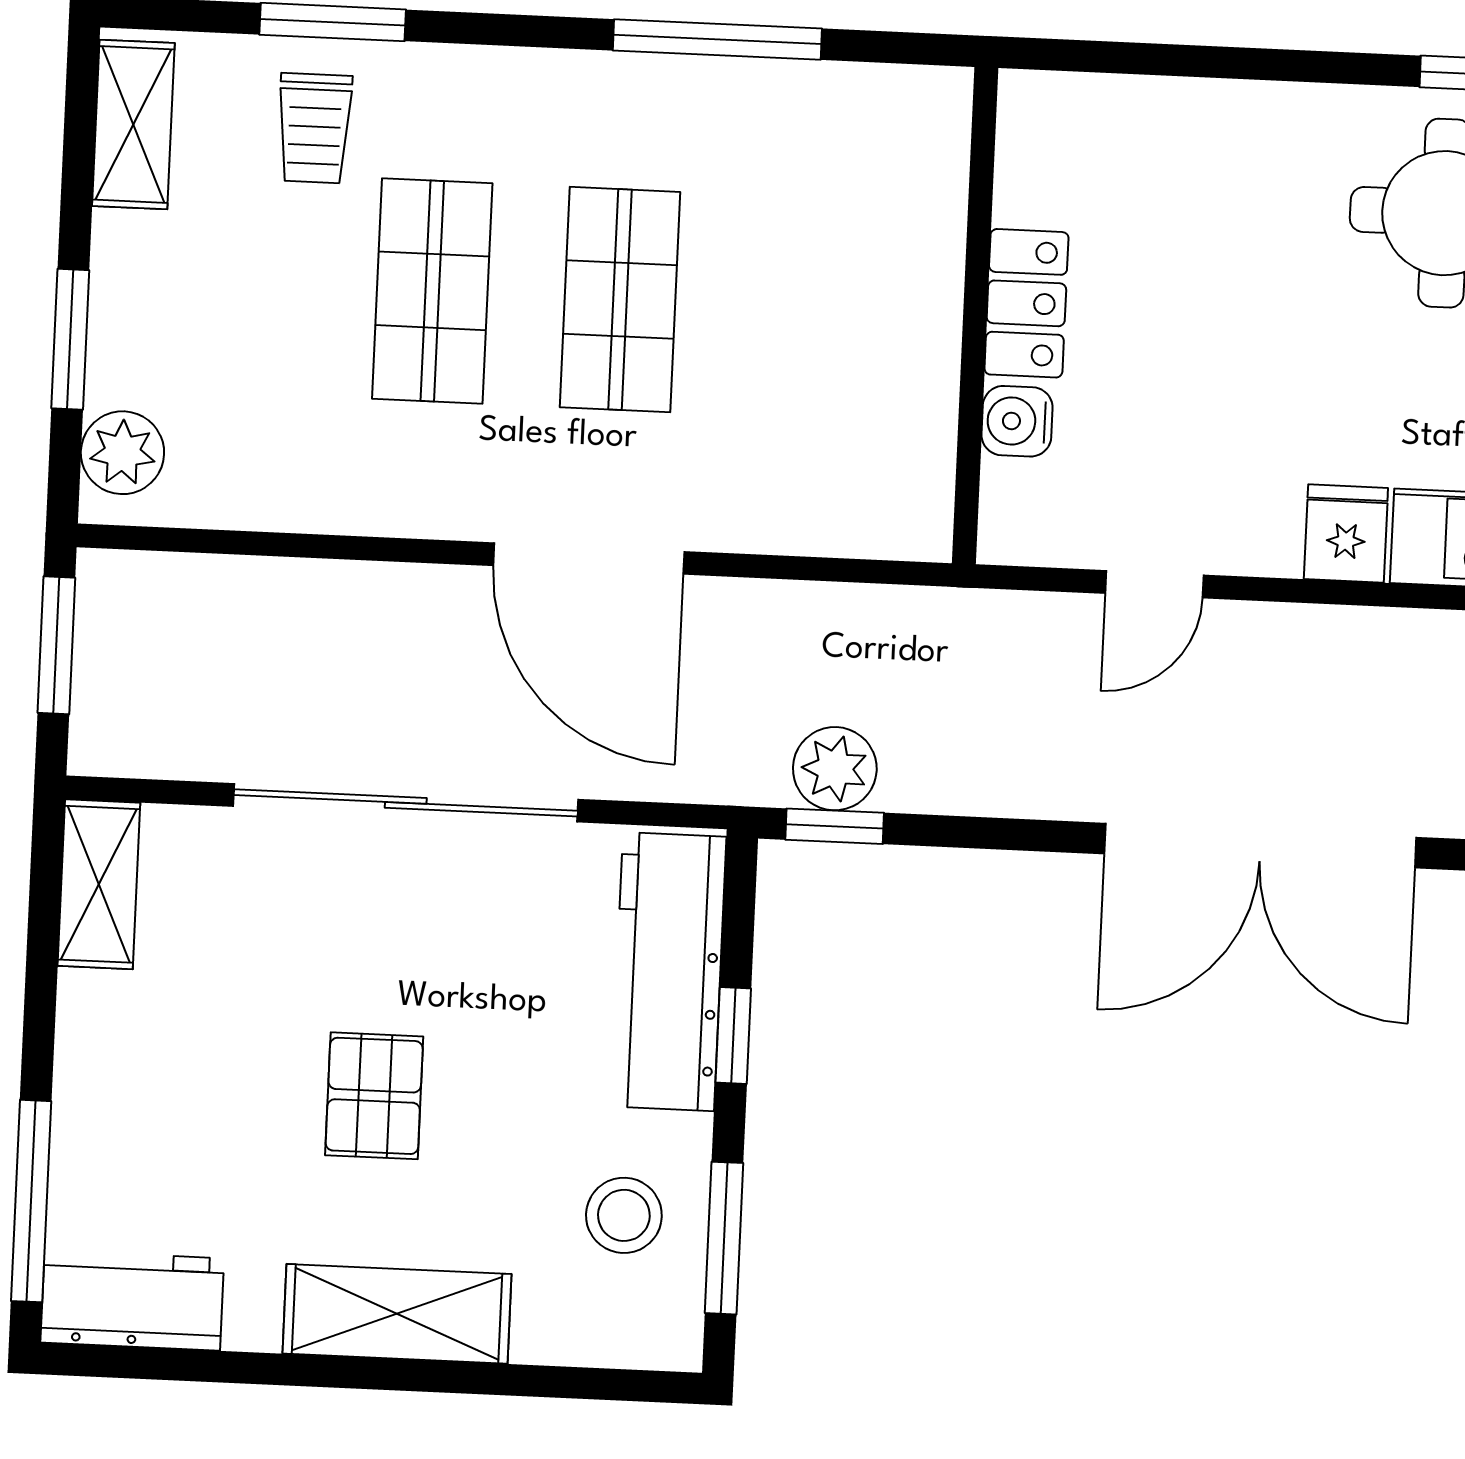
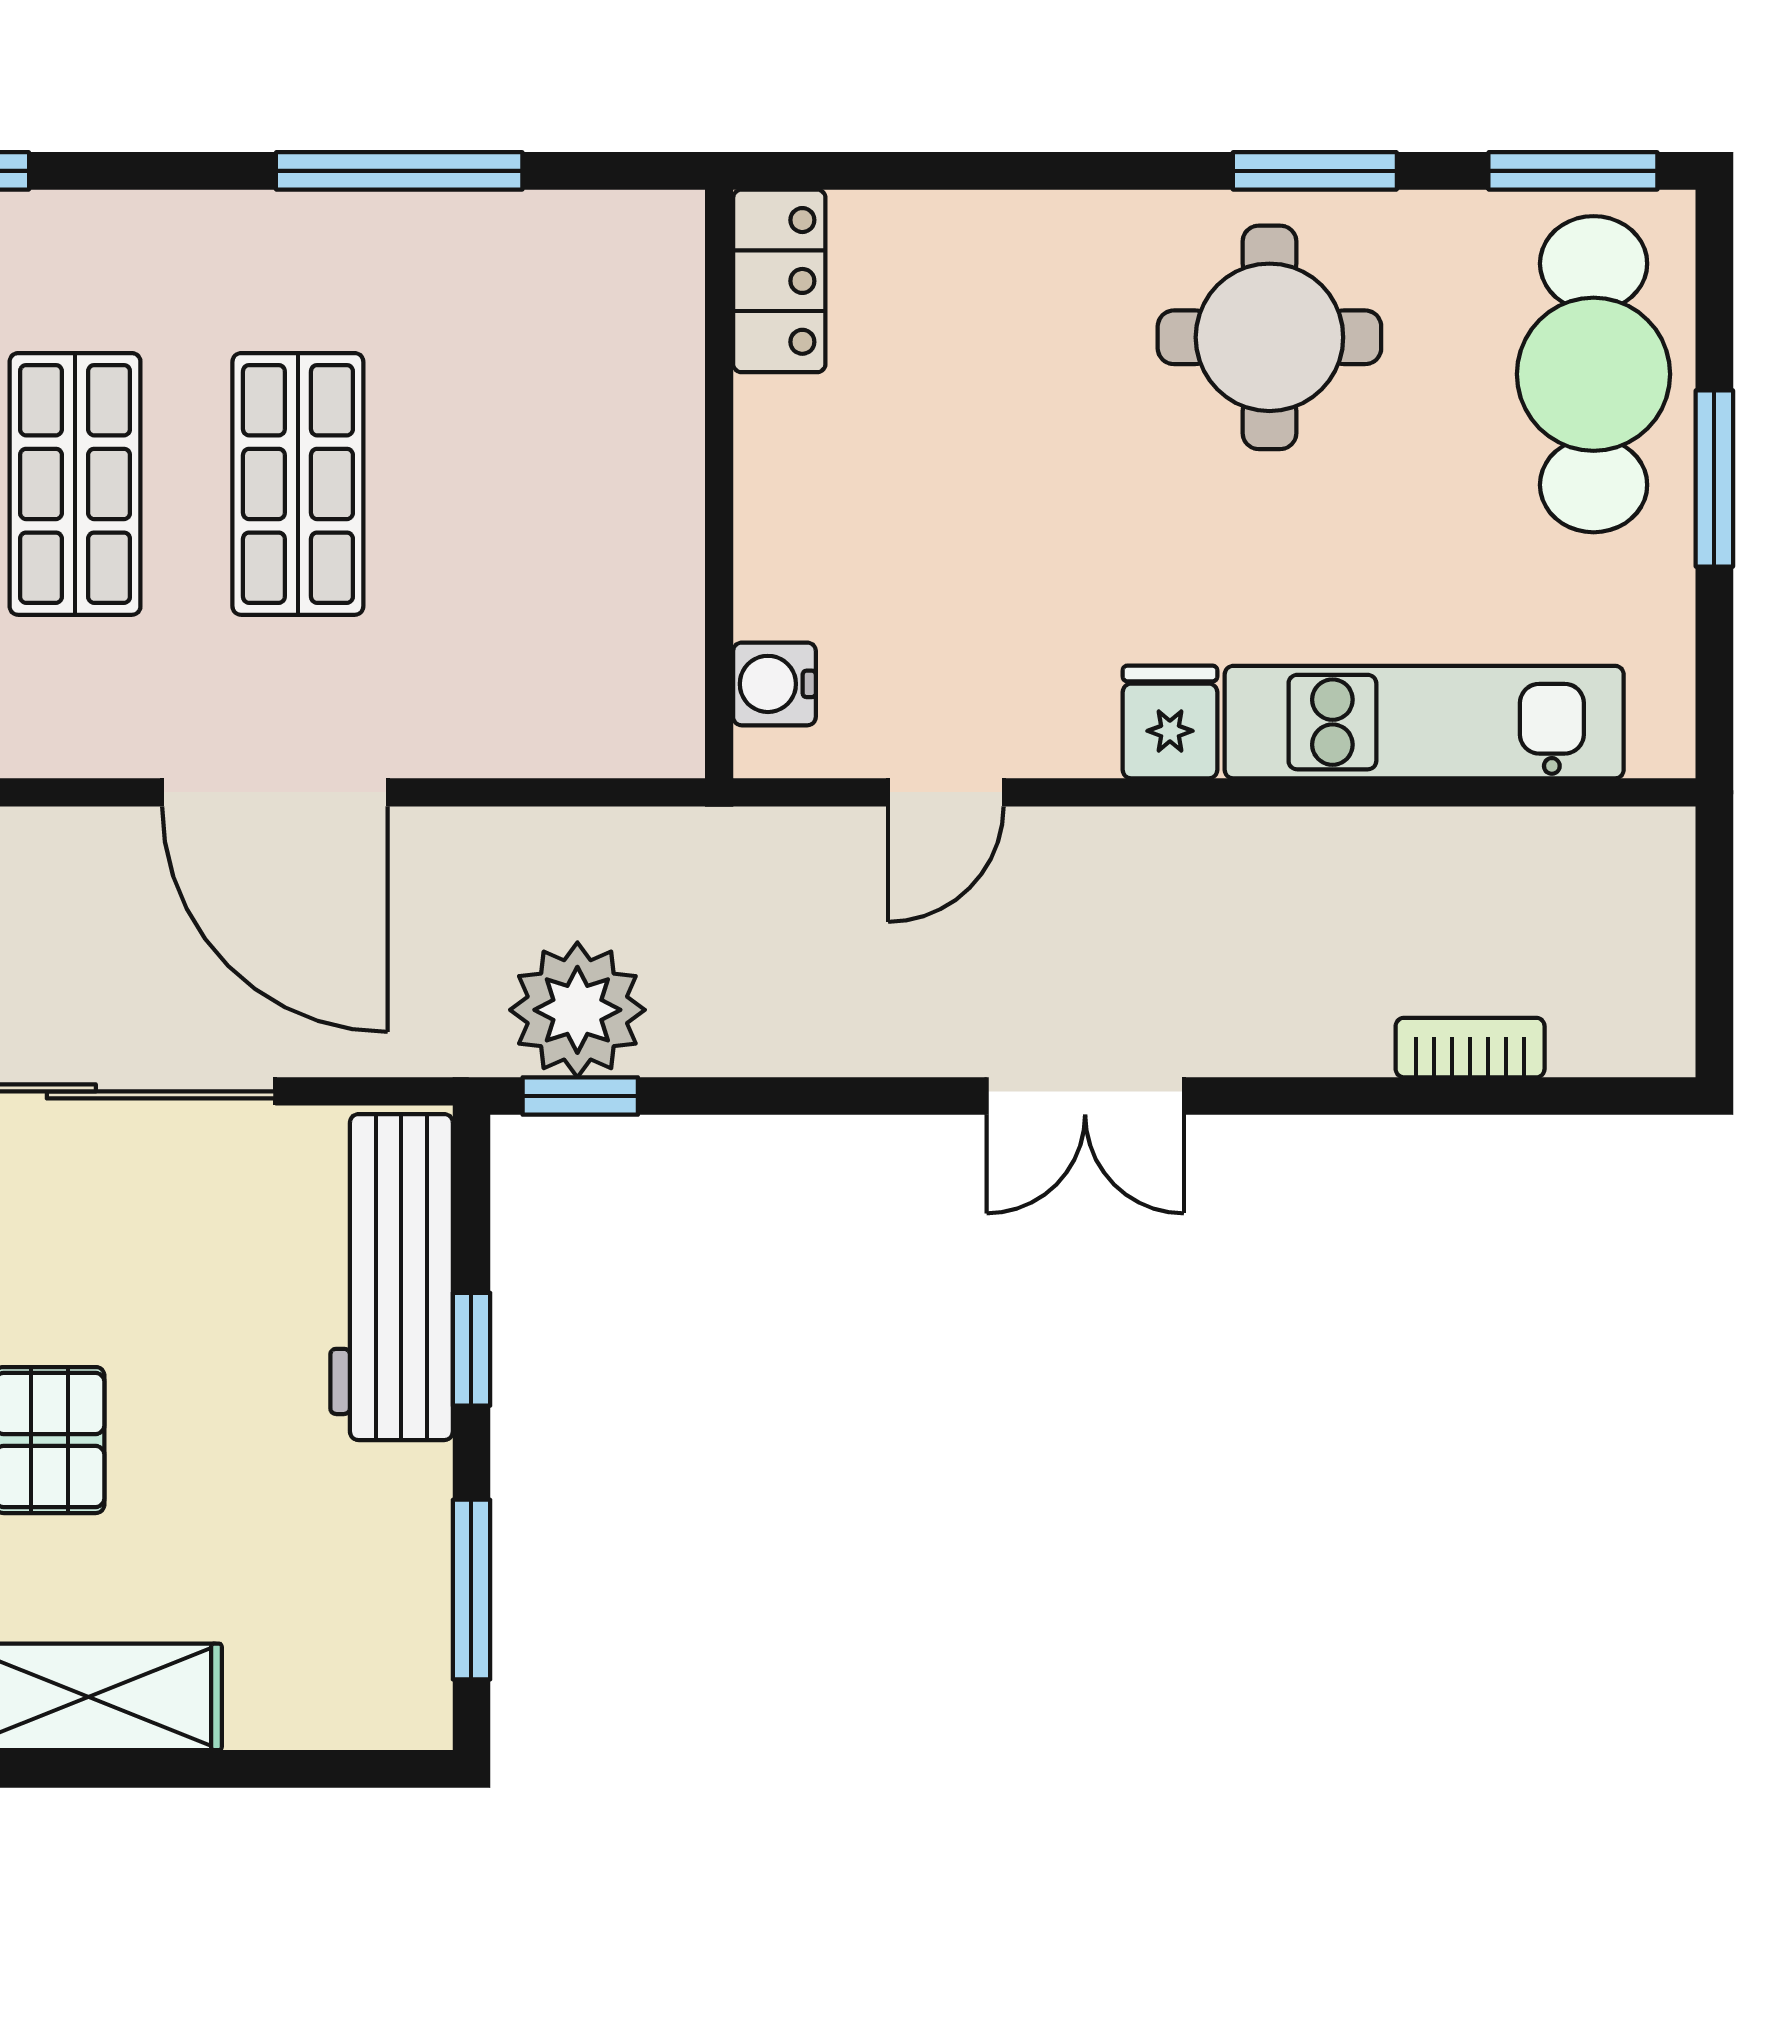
locker: (1026, 303) -> (779, 281), moved
water cooler: (1017, 421) -> (774, 684), moved
plant: (835, 769) -> (577, 1010), width x1.36, depth x1.36
double door: (1260, 846) -> (1085, 1096), width x0.54
stool: (624, 1215) -> (352, 1568), removed

